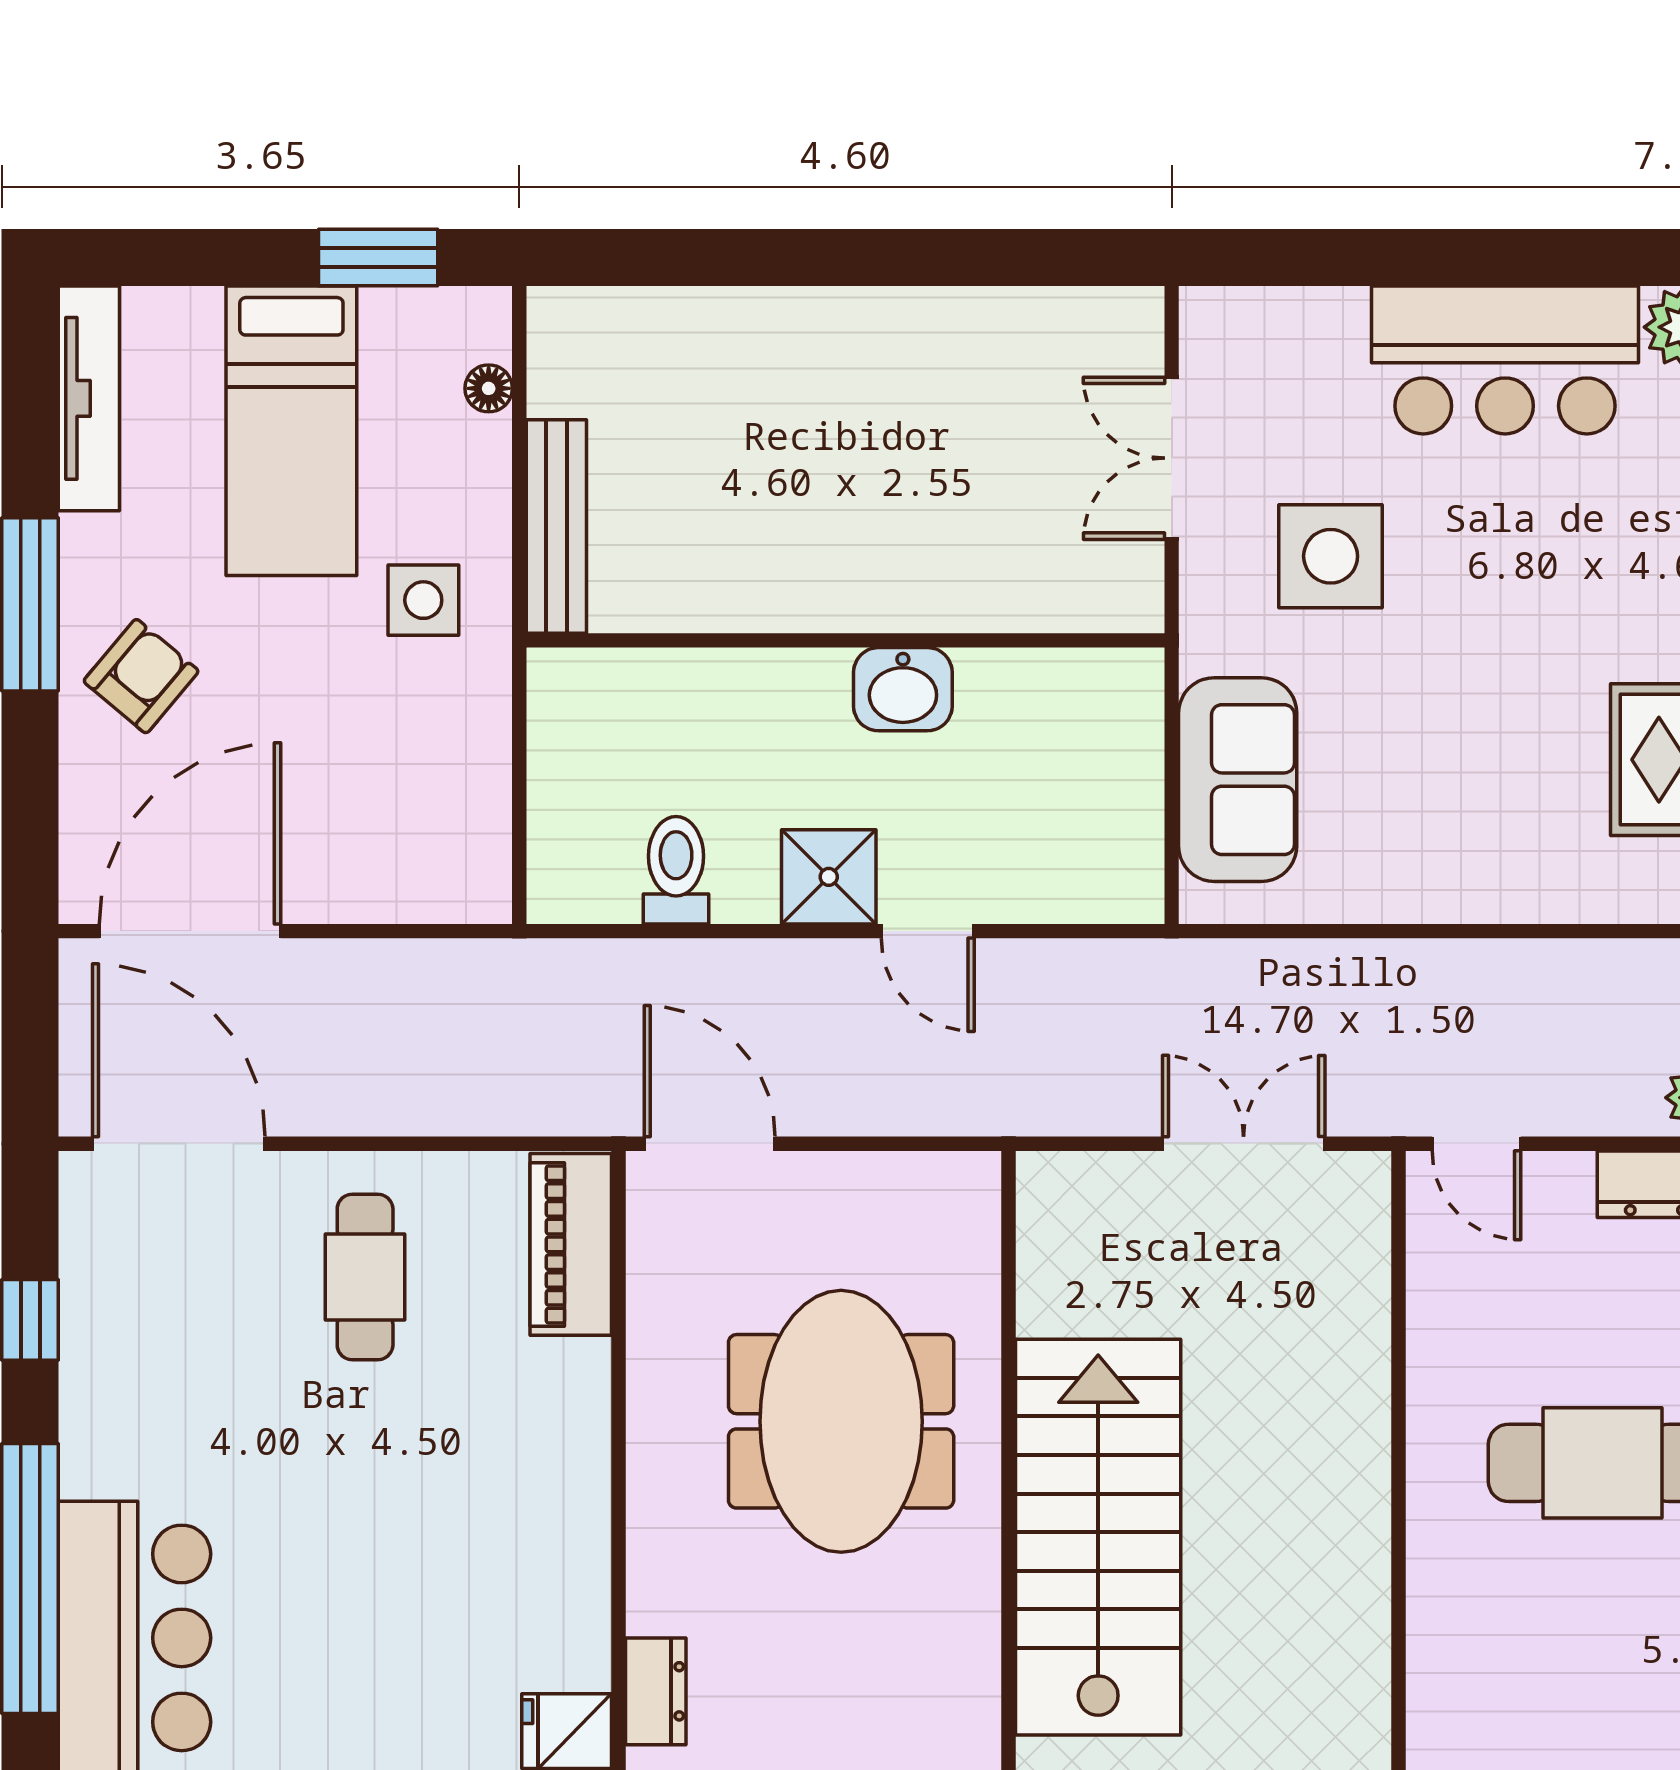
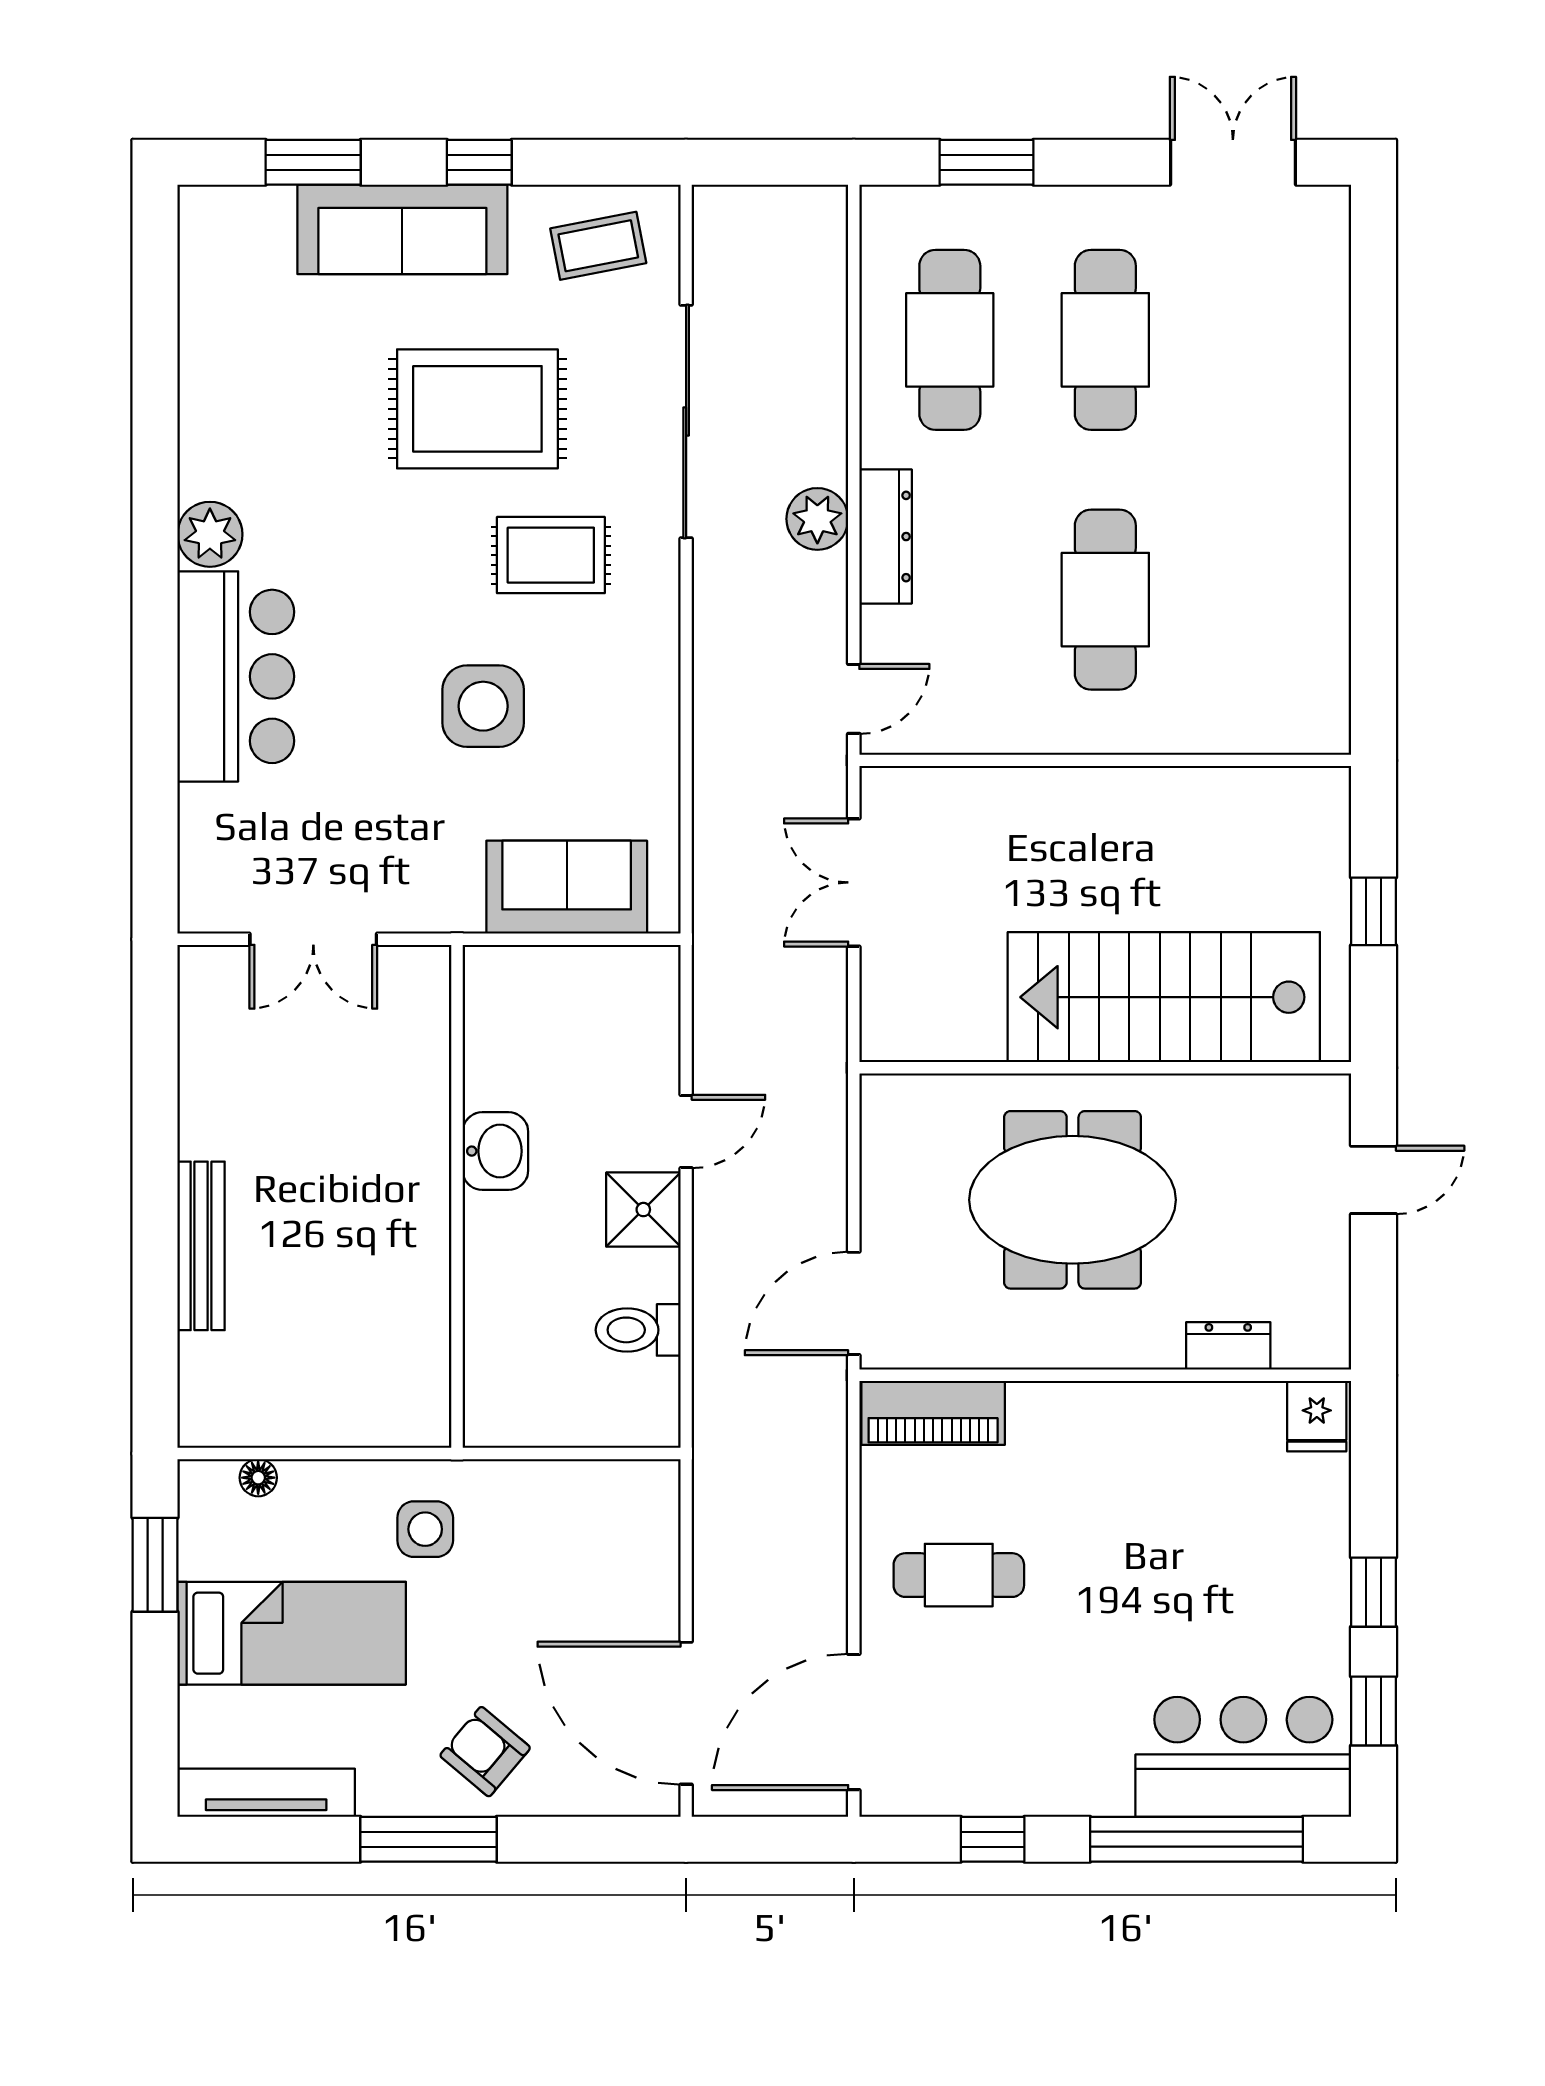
bench: (556, 526) -> (201, 1246), moved, turned 90
side table: (1331, 556) -> (483, 706), moved
dresser: (656, 1691) -> (1228, 1346), moved

